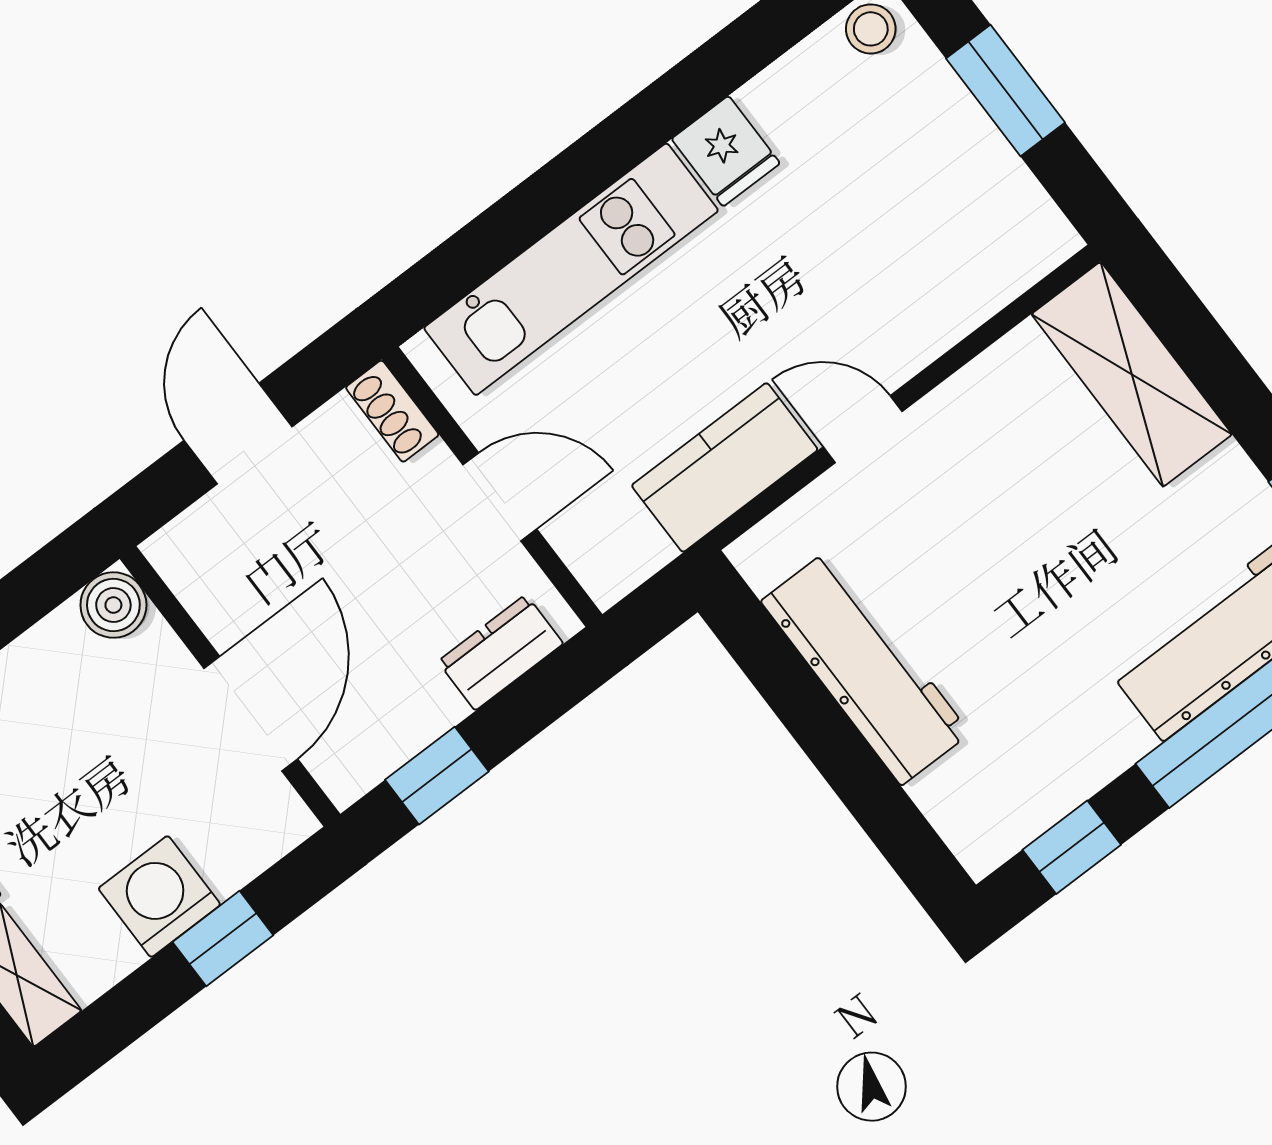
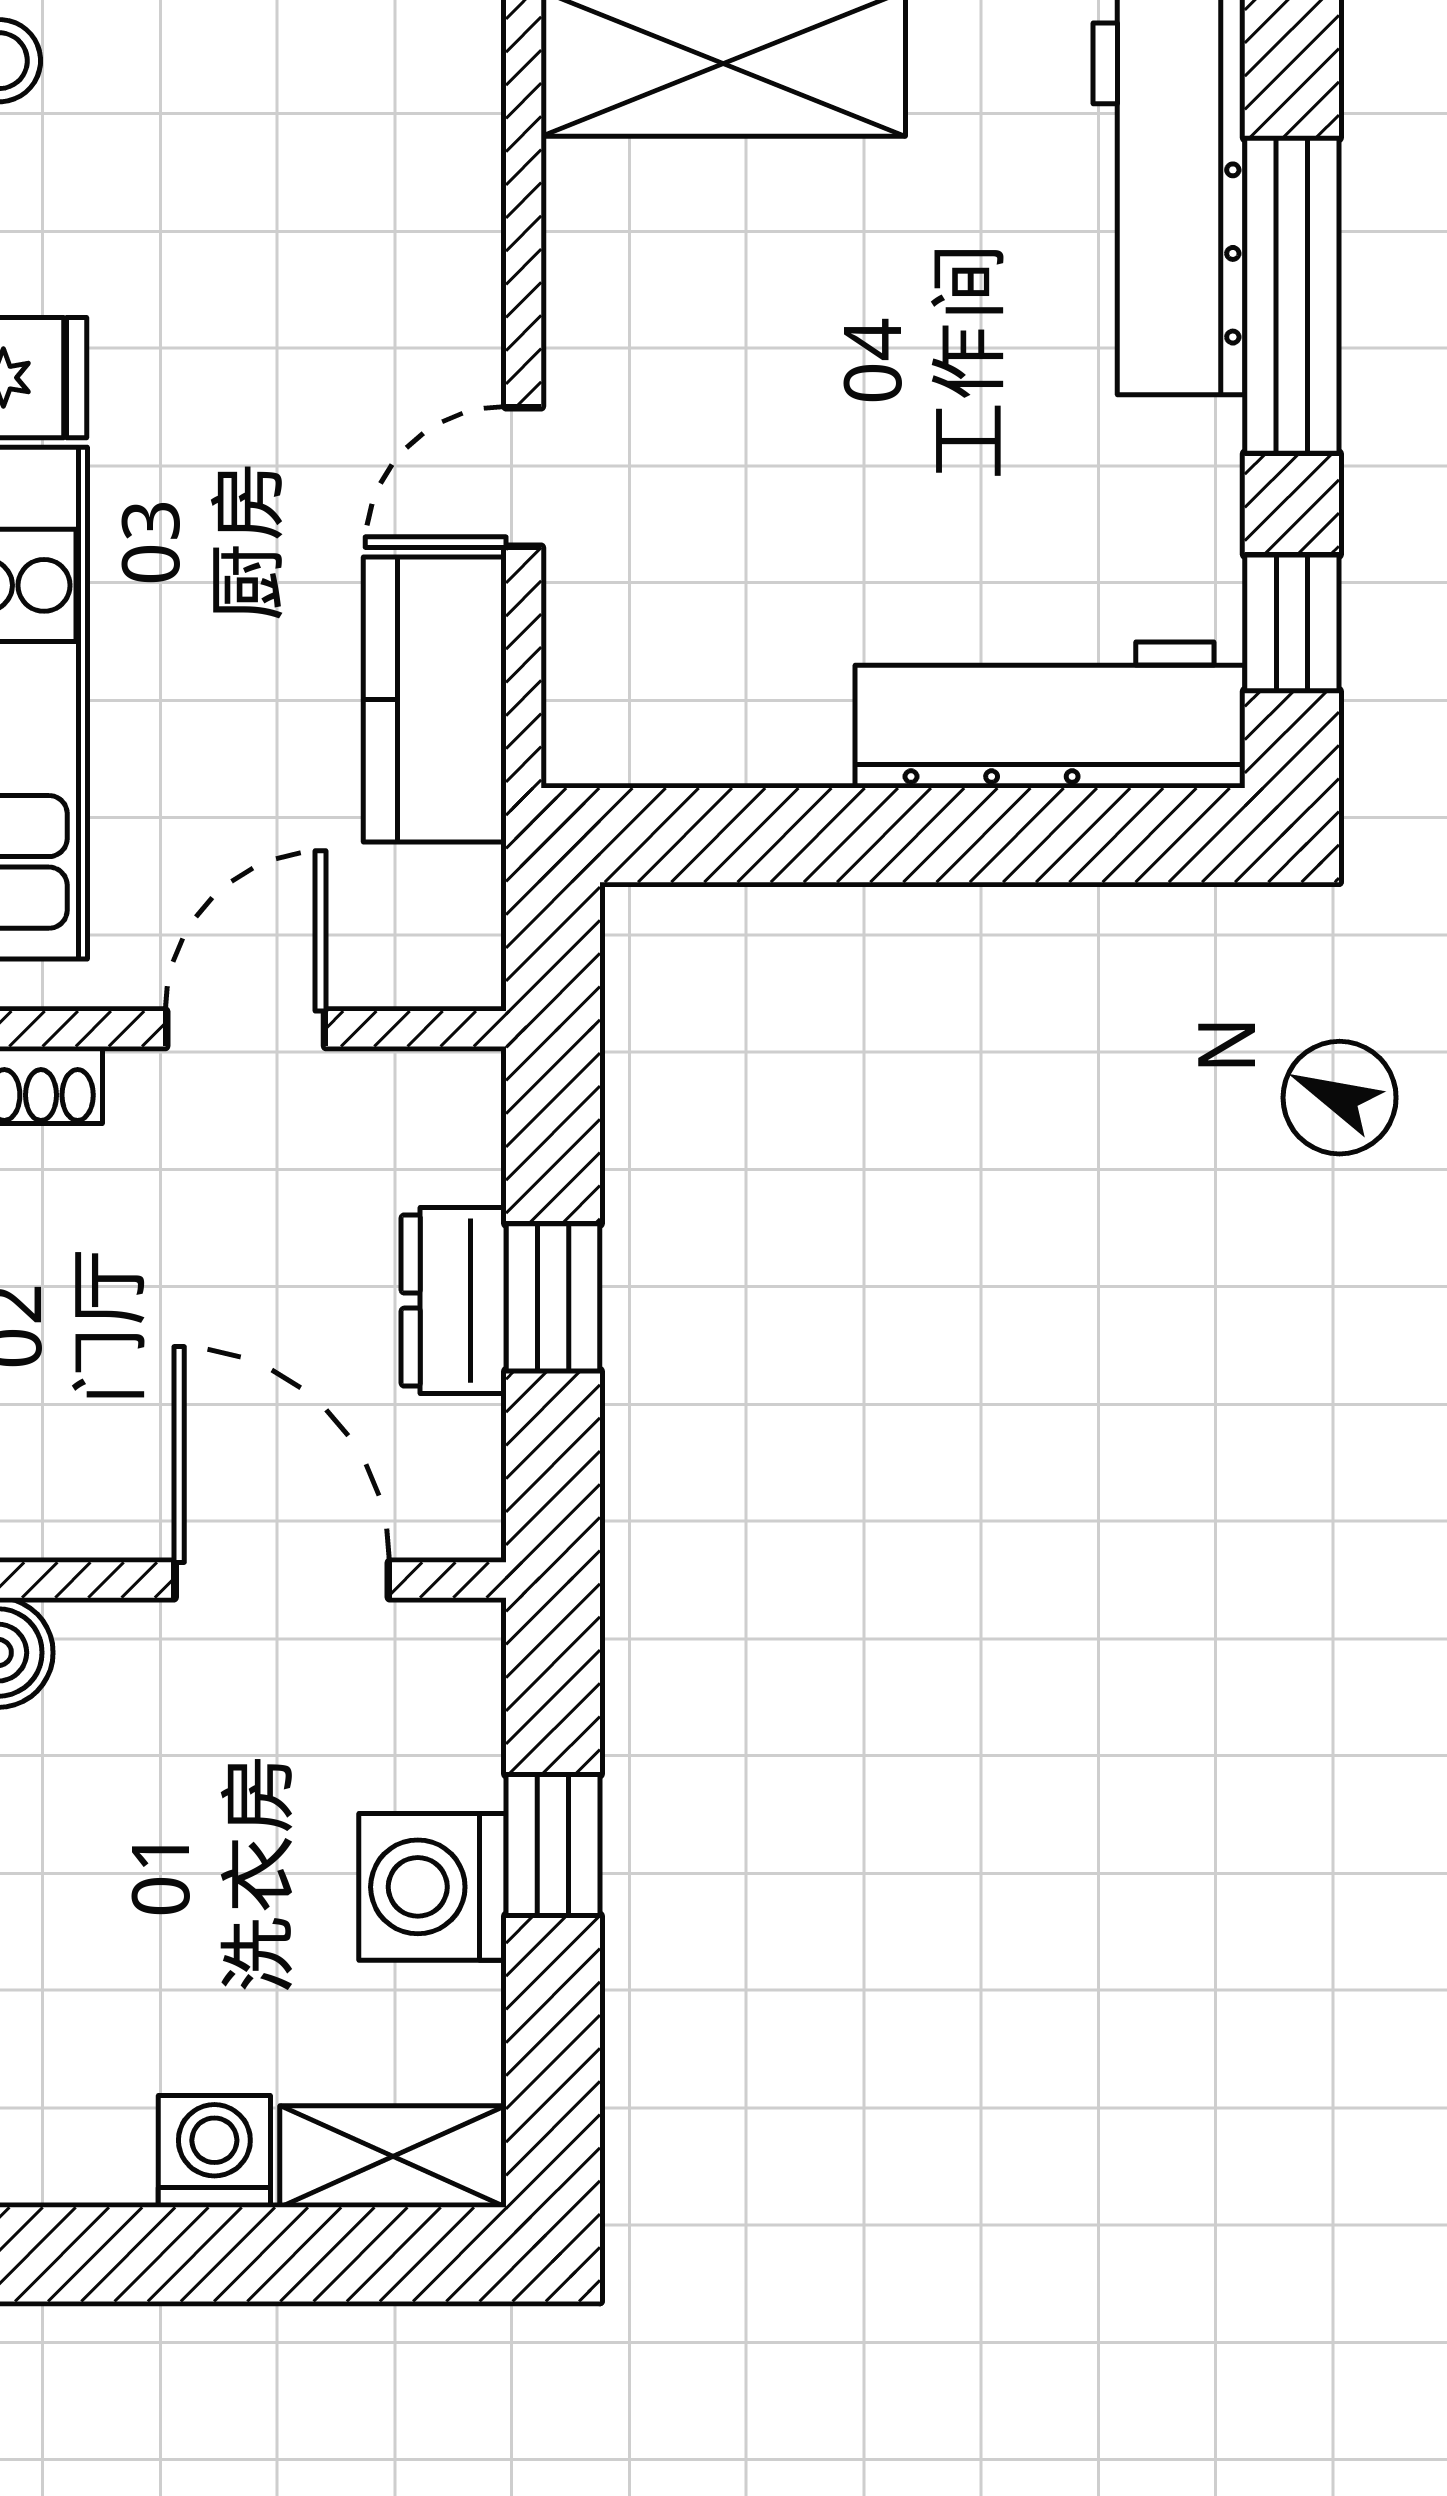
dresser: (501, 652) -> (454, 1301), moved
workbench: (865, 667) -> (1050, 715), moved
window: (437, 776) -> (553, 1297), moved

